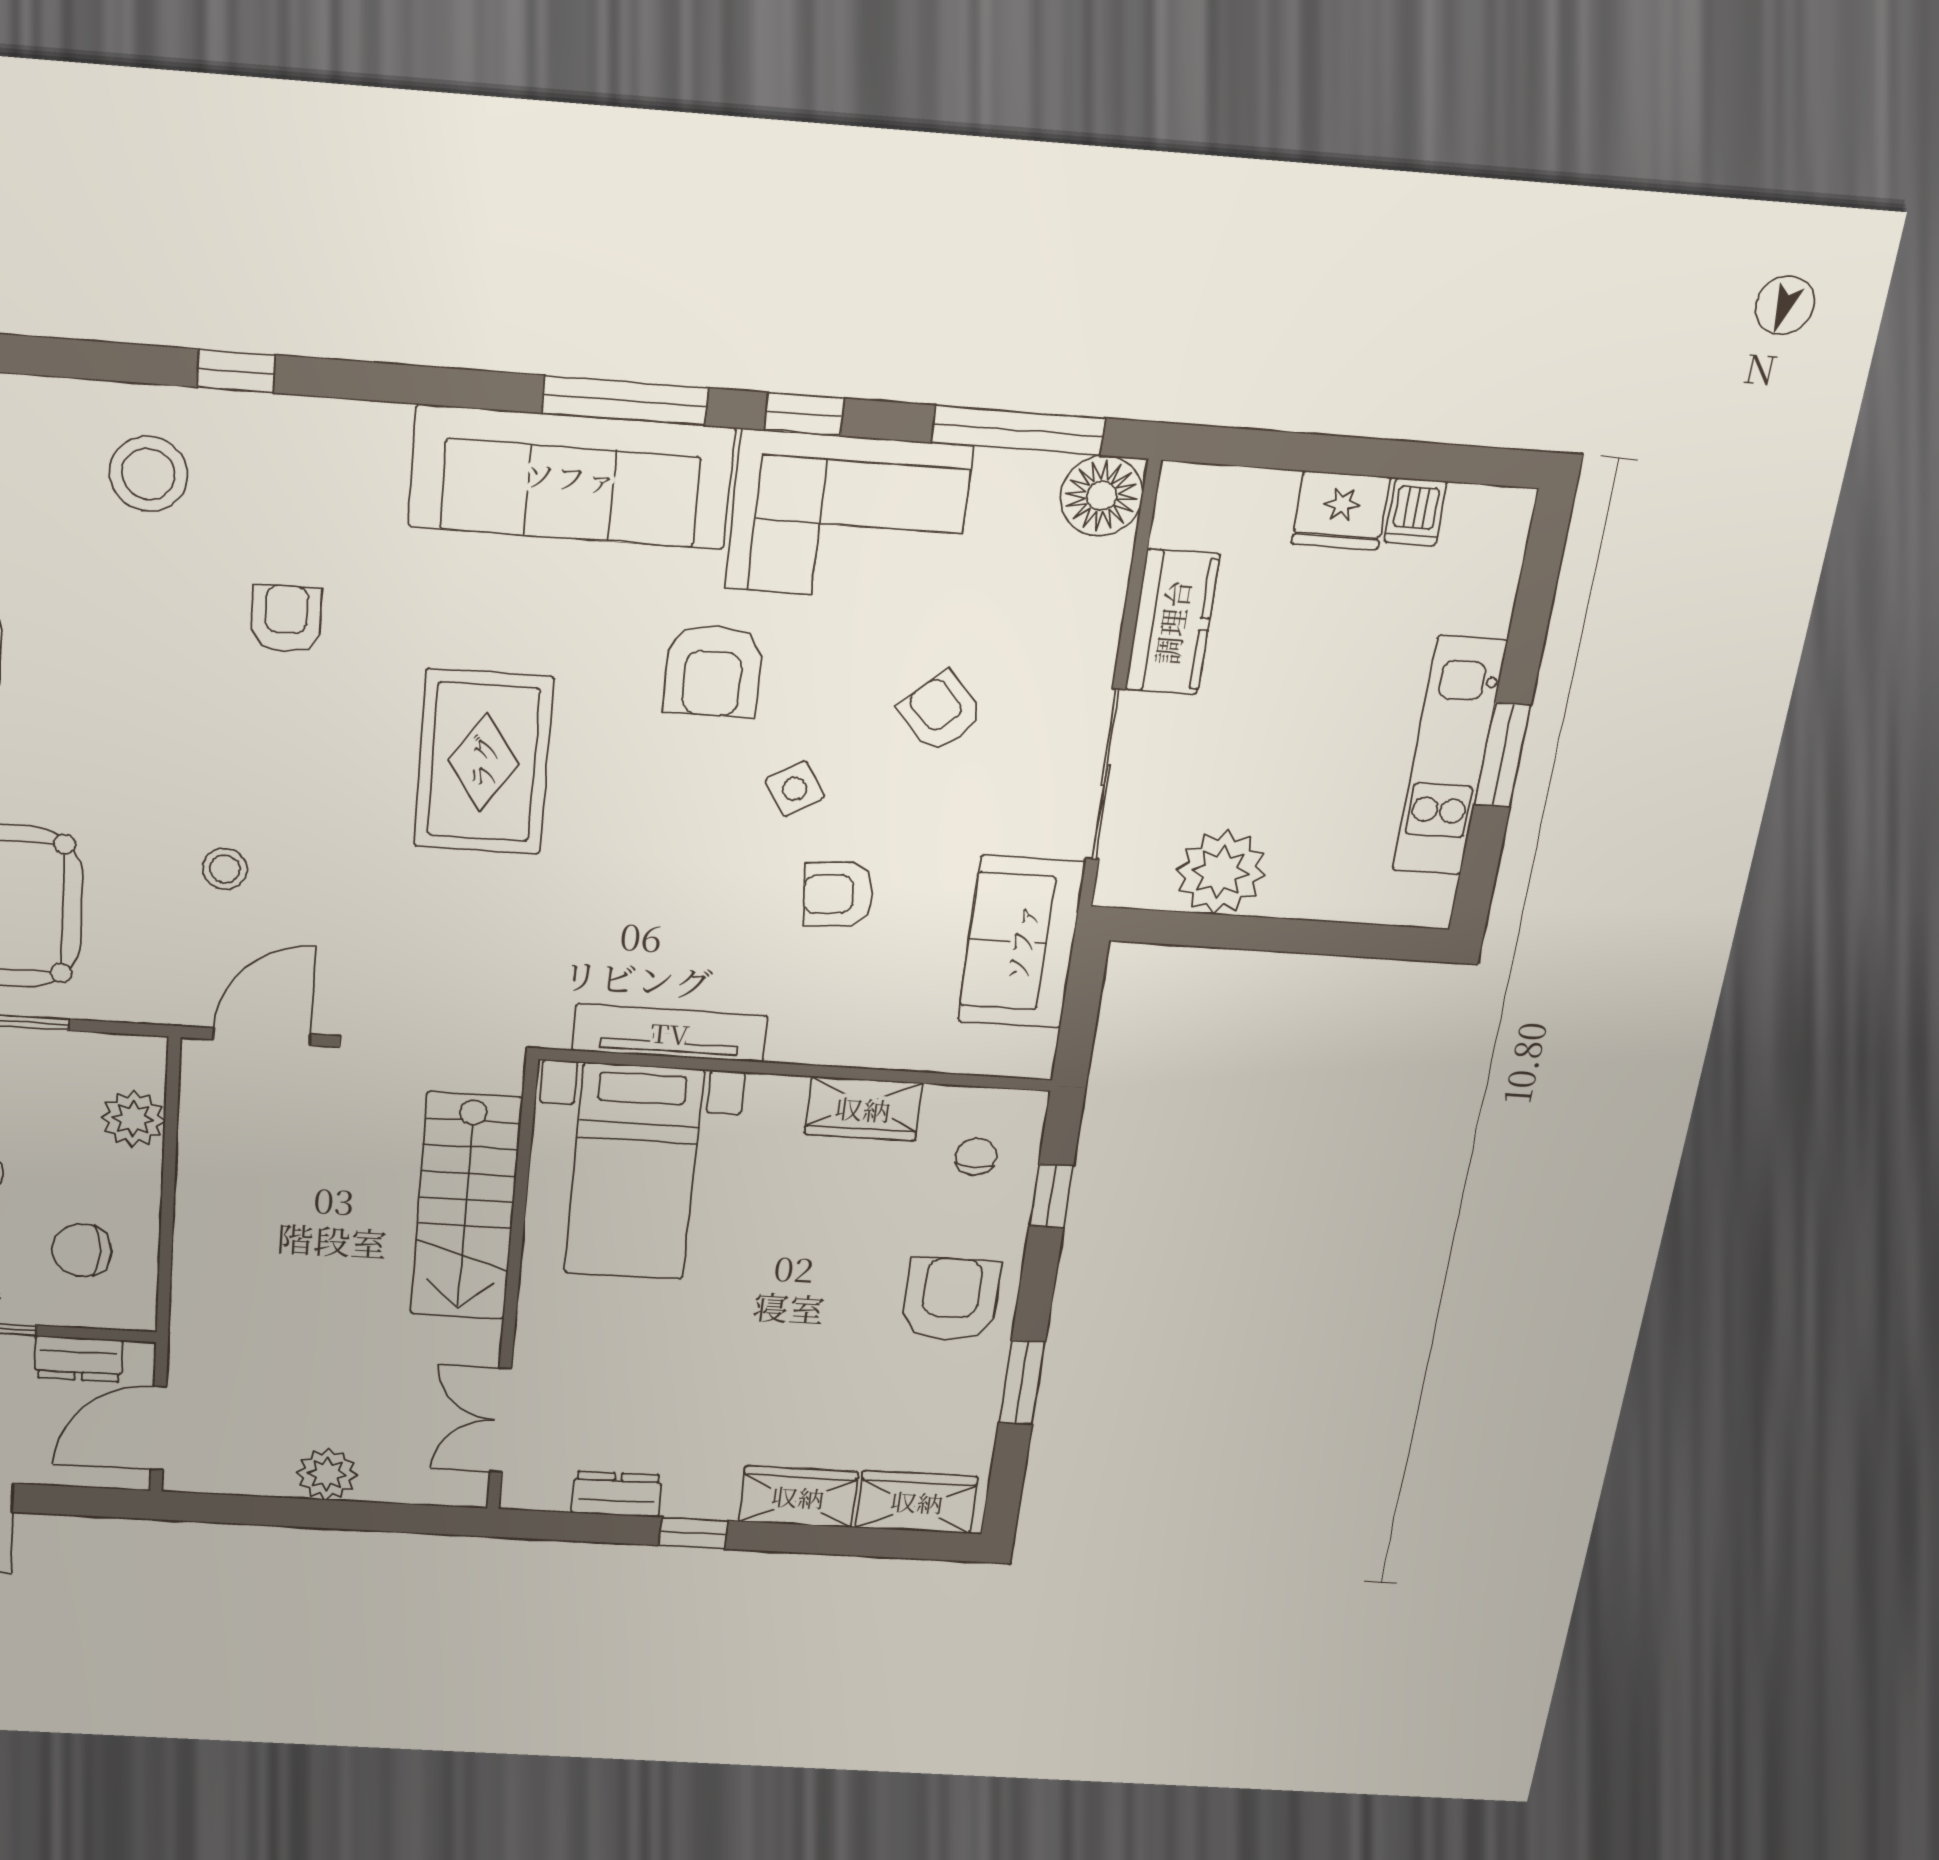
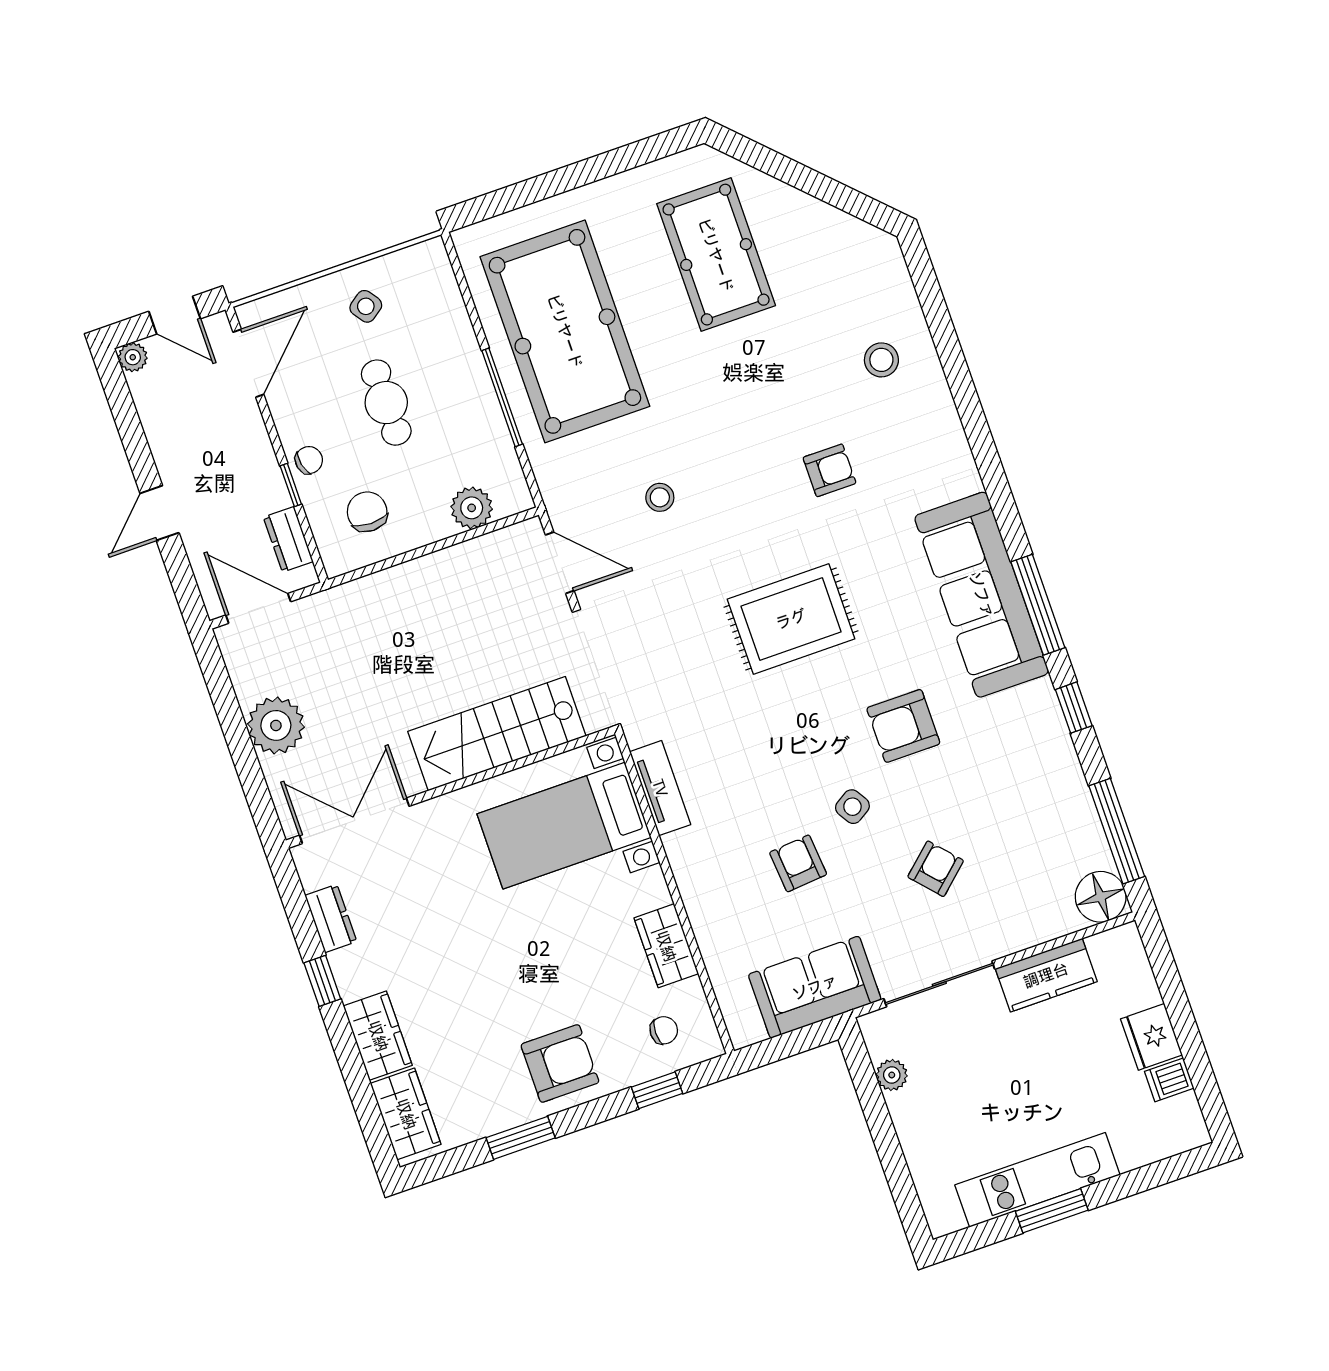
window: (236, 371) -> (961, 385), removed
stool: (148, 474) -> (881, 360), width x0.73, depth x0.73
corner sofa: (848, 517) -> (1026, 760), removed
plant: (1221, 872) -> (892, 1075), width x0.53, depth x0.53
tv unit: (670, 1033) -> (660, 788), width x0.71
double door: (501, 1420) -> (354, 821), width x1.37
plant: (327, 1474) -> (276, 725), width x1.36, depth x1.36

